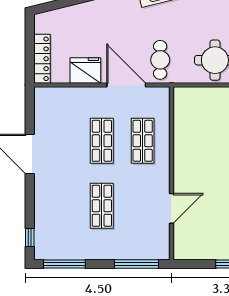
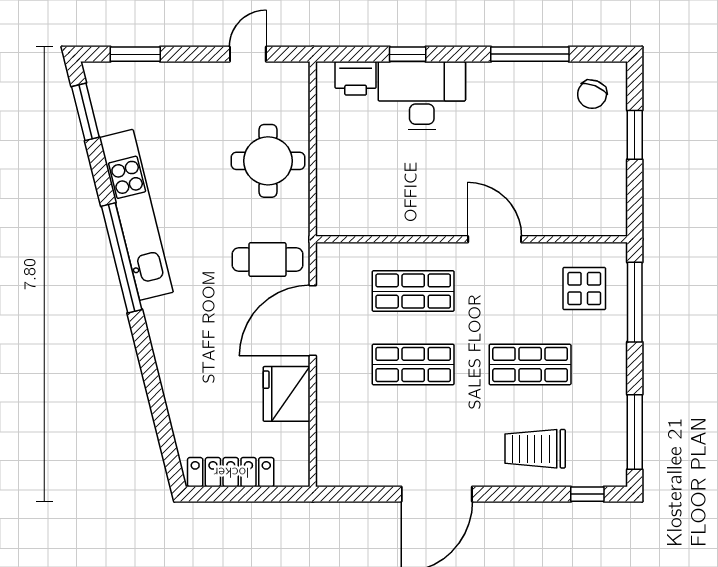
locker: (42, 59) -> (231, 472), moved
door: (171, 208) -> (495, 239), moved
trolley: (55, 209) -> (535, 449), added
display table: (144, 236) -> (584, 289), added

